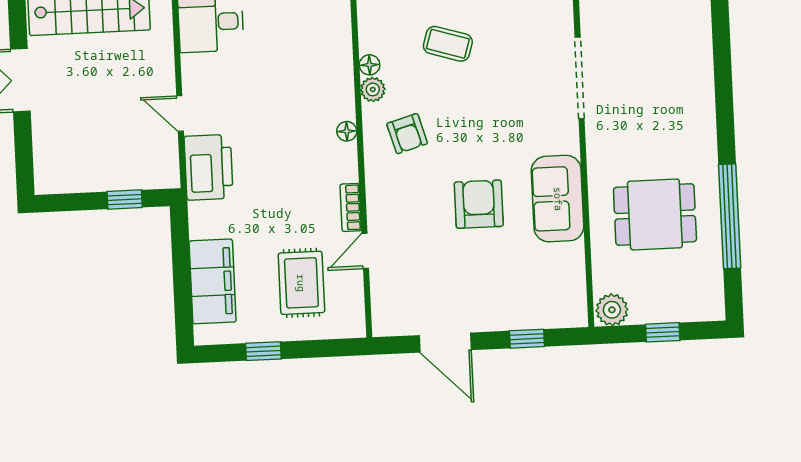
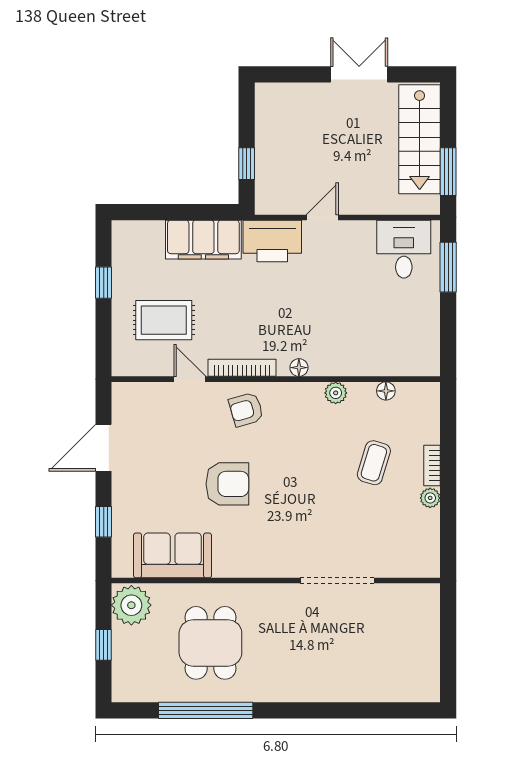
floor lamp: (370, 65) -> (386, 391), moved
armchair: (407, 134) -> (246, 410), moved
sofa: (558, 199) -> (173, 555), moved
bookcase: (351, 207) -> (242, 368), width x1.56
filing cabinet: (213, 281) -> (203, 240), moved
plant: (612, 310) -> (131, 605), width x1.36, depth x1.36

